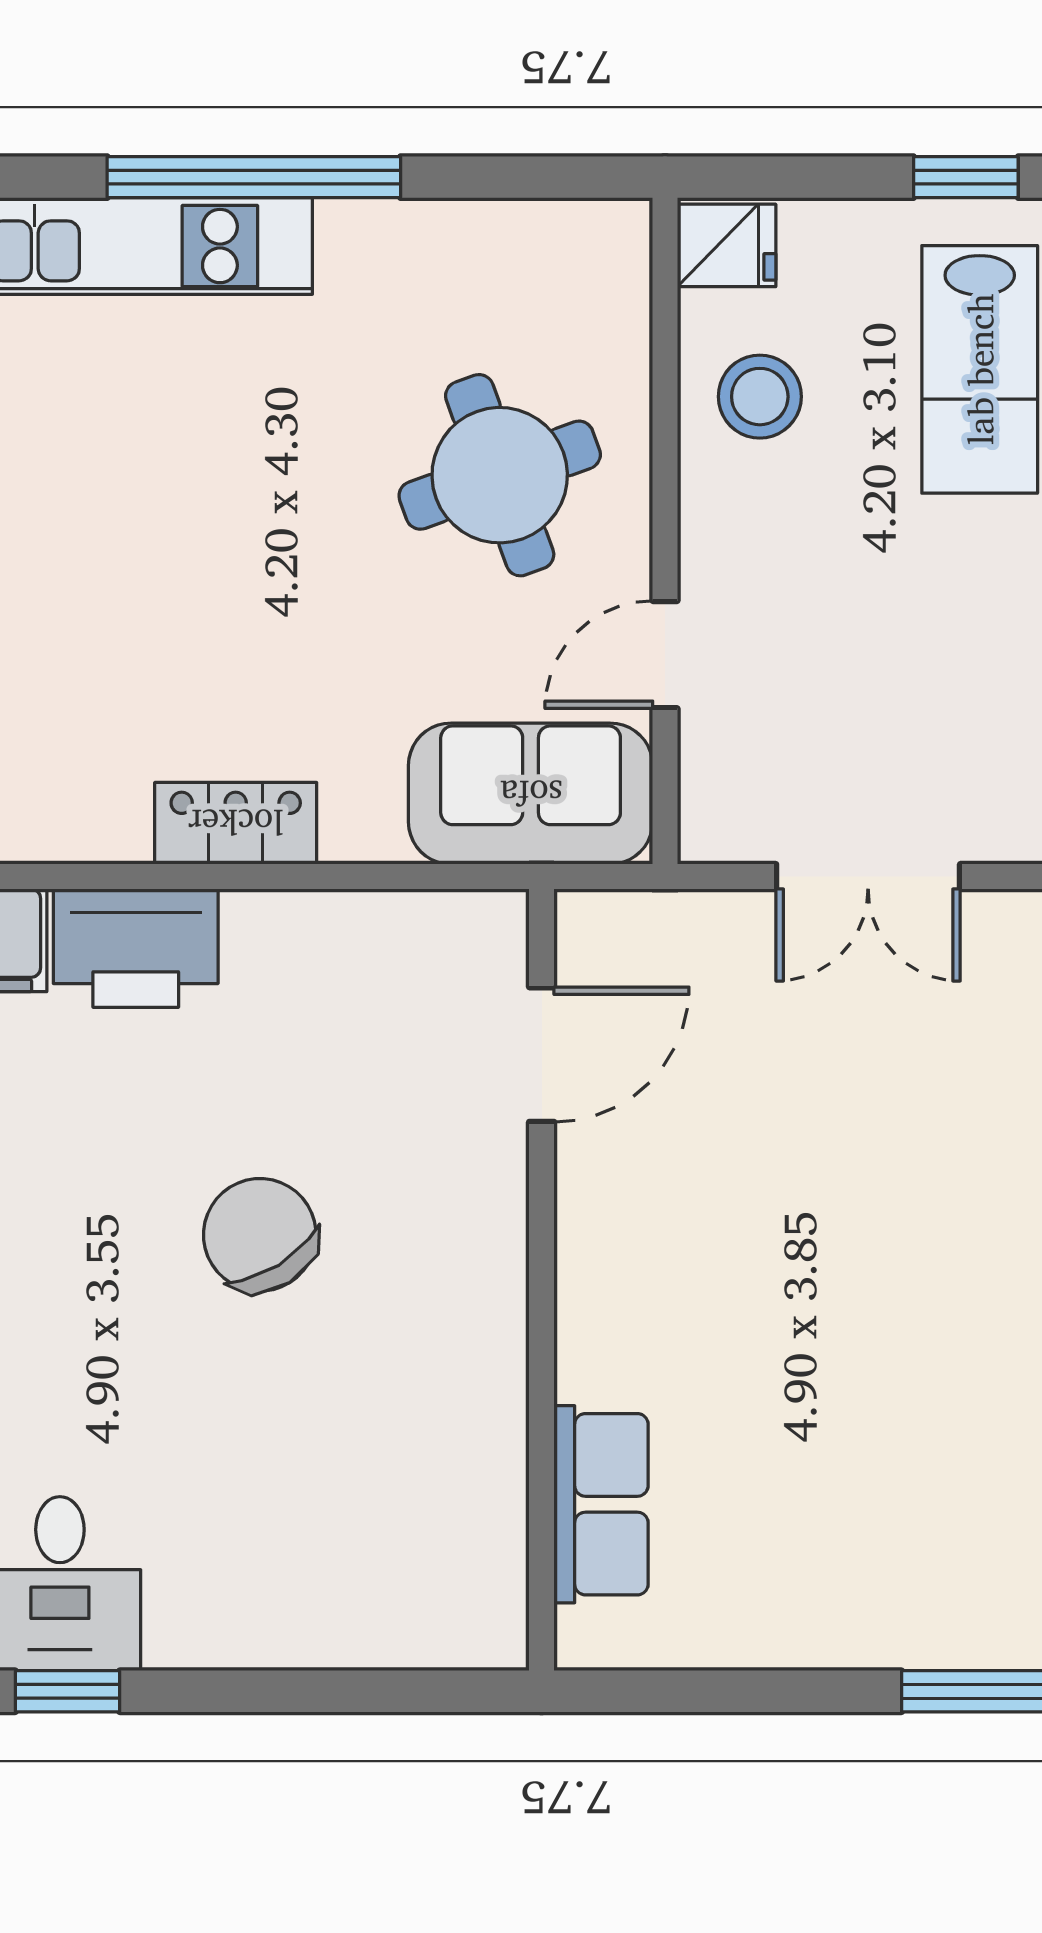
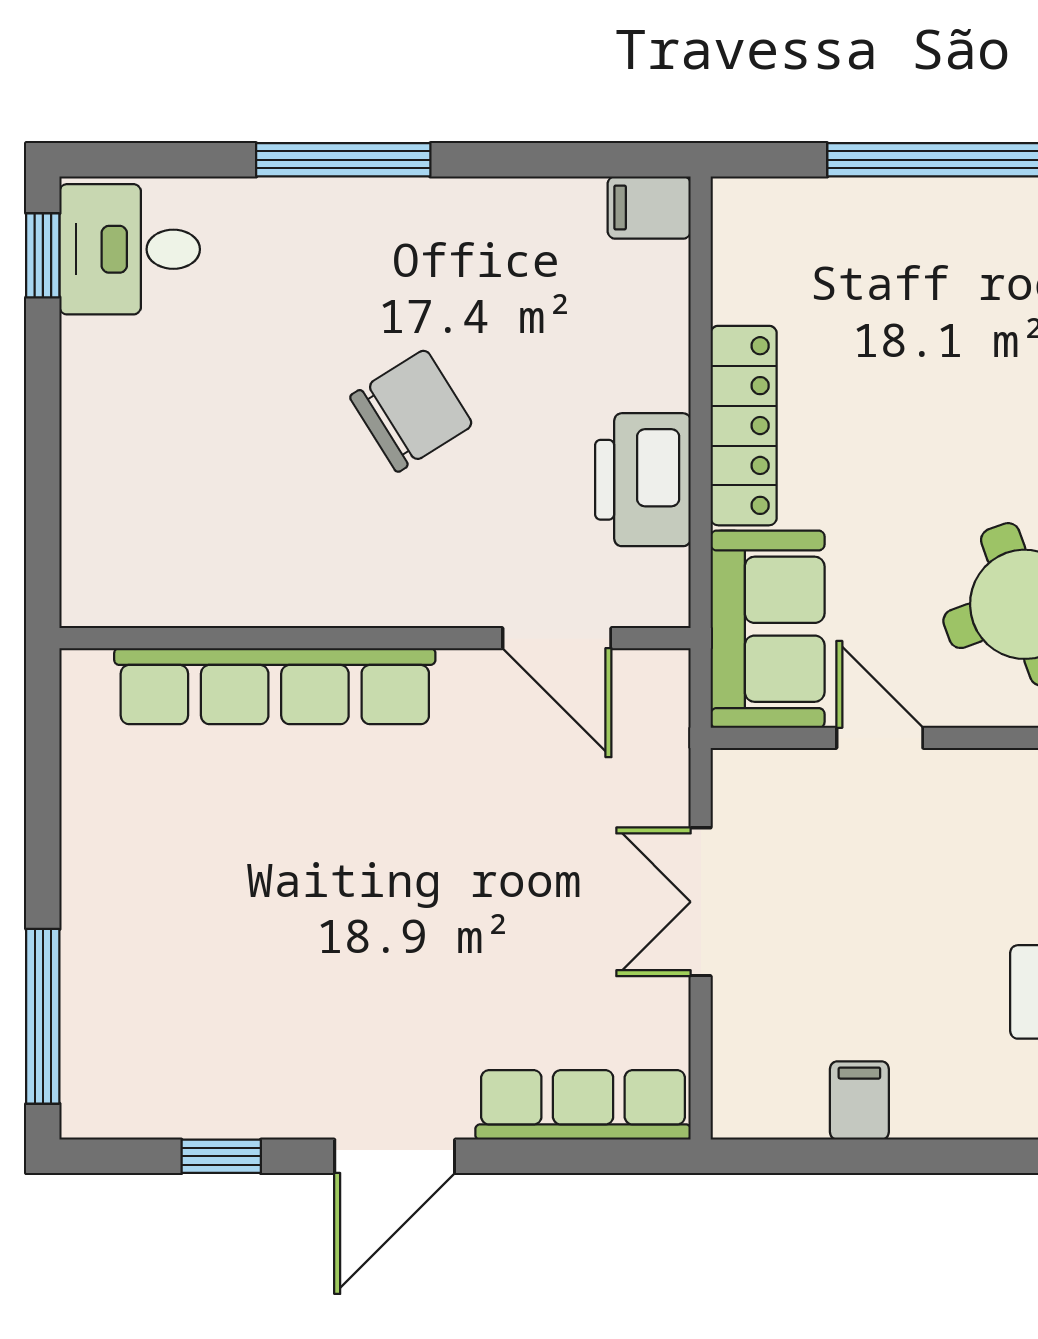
locker: (236, 823) -> (744, 426), width x1.53
printer: (136, 948) -> (643, 480), moved
row of seats: (601, 1504) -> (275, 686), width x2.02

